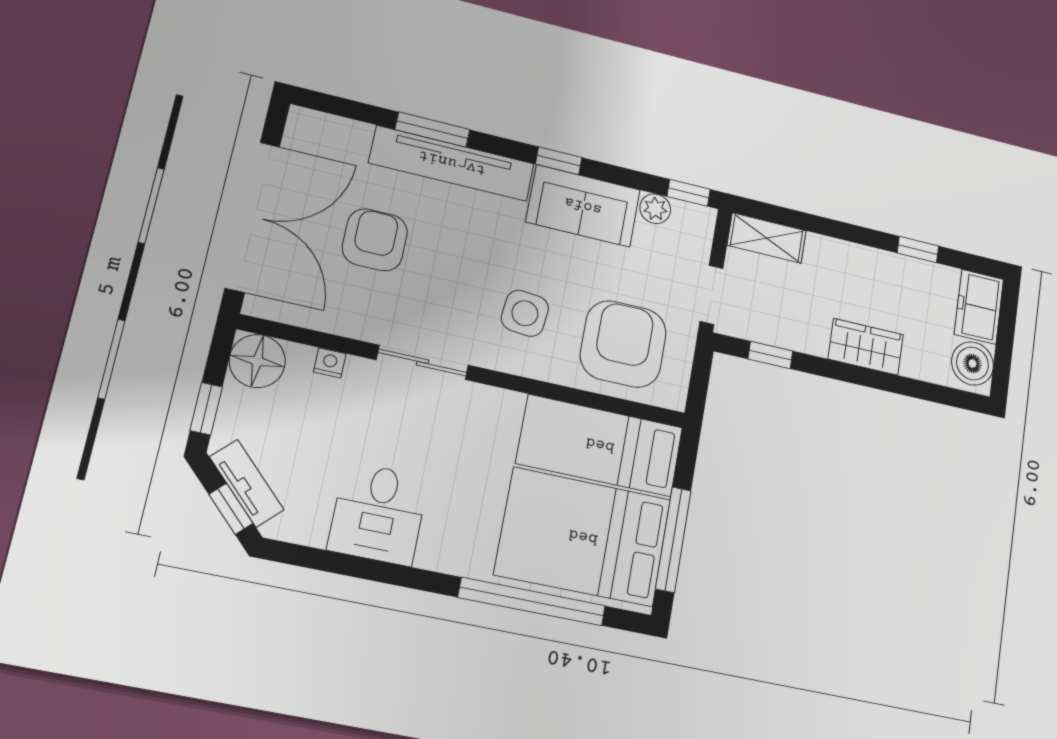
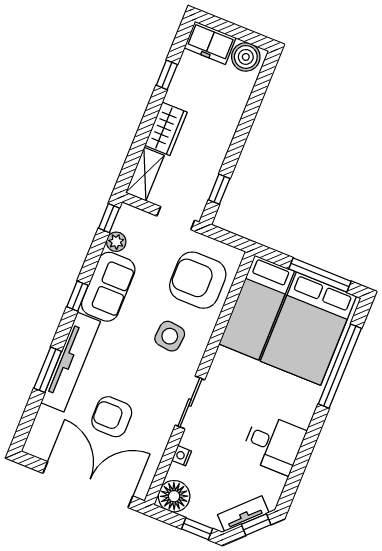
wardrobe: (866, 347) -> (166, 129), moved, turned 180

